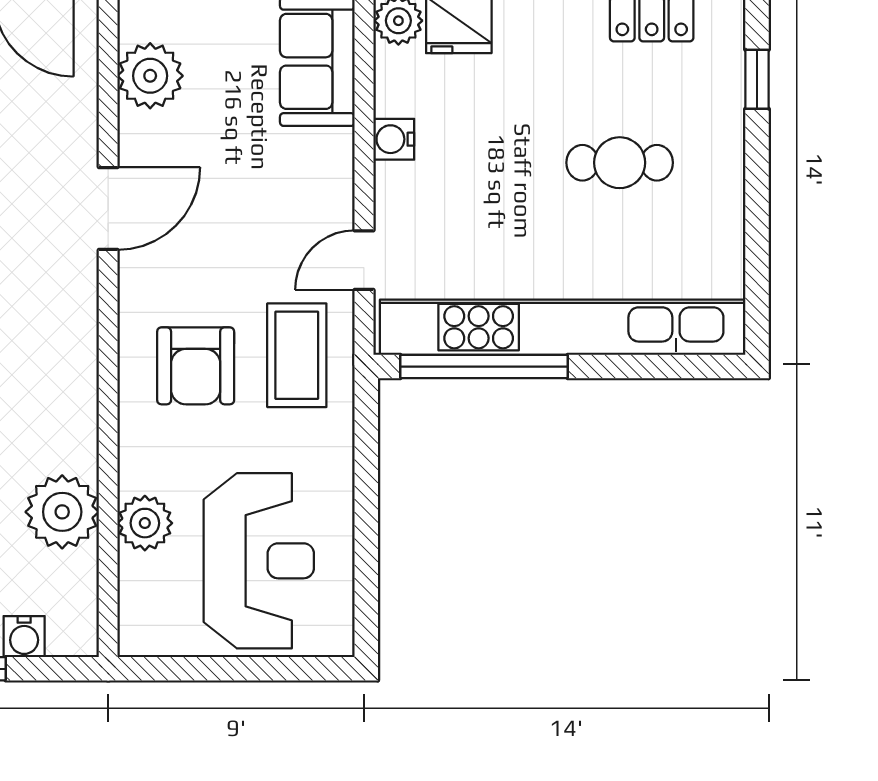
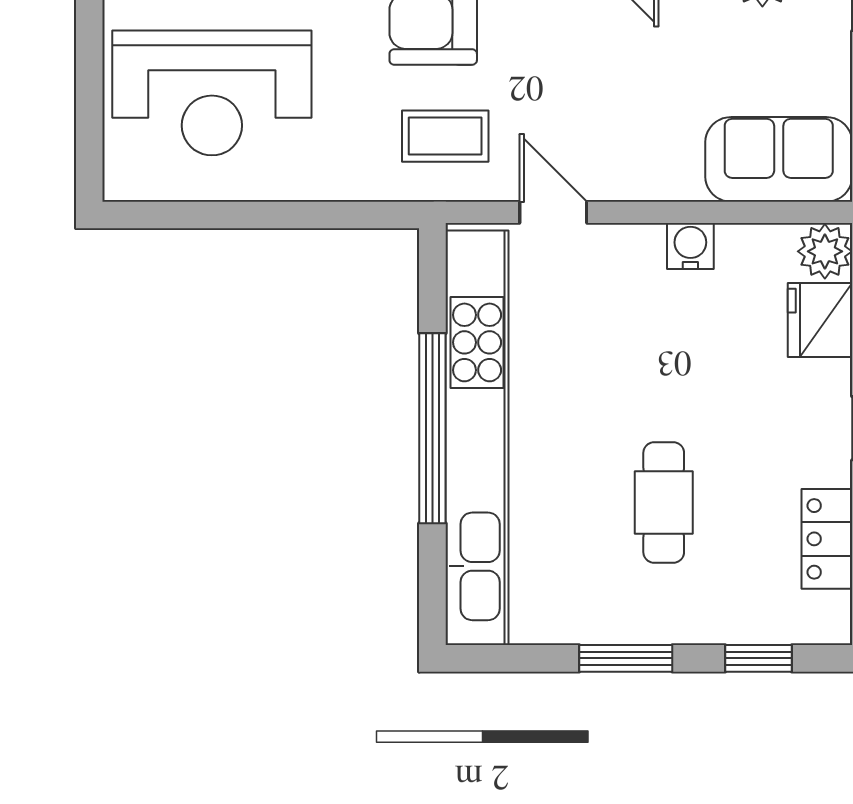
window: (757, 196) -> (626, 658), added
coffee table: (297, 355) -> (445, 136), width x0.73, depth x0.77
window: (484, 367) -> (432, 428), moved

